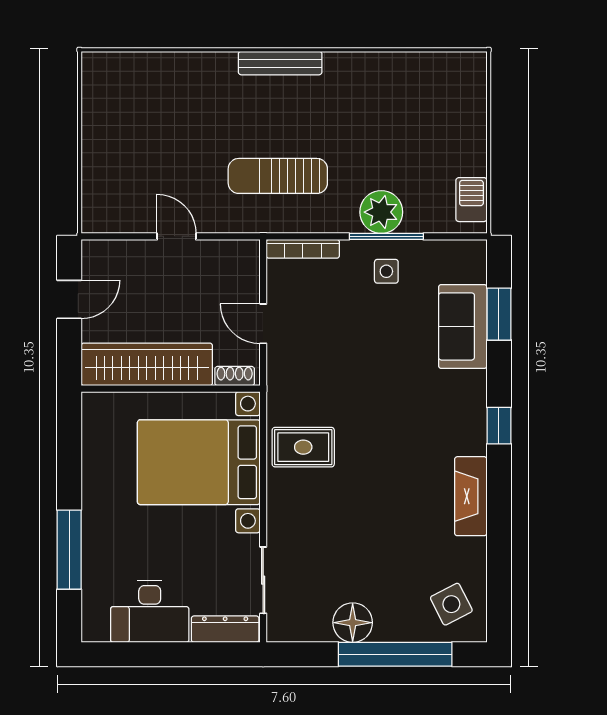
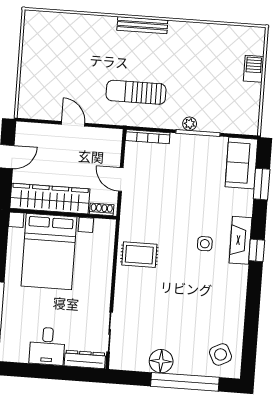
barbecue: (471, 200) -> (254, 69), moved
plant: (381, 212) -> (190, 124), width x0.53, depth x0.53
side table: (386, 271) -> (205, 244), moved
sofa: (463, 326) -> (241, 163), moved
bed with nightstands: (199, 462) -> (49, 251), moved, turned -90
fireplace: (471, 496) -> (241, 240), moved
desk: (150, 612) -> (47, 346), width x0.73

